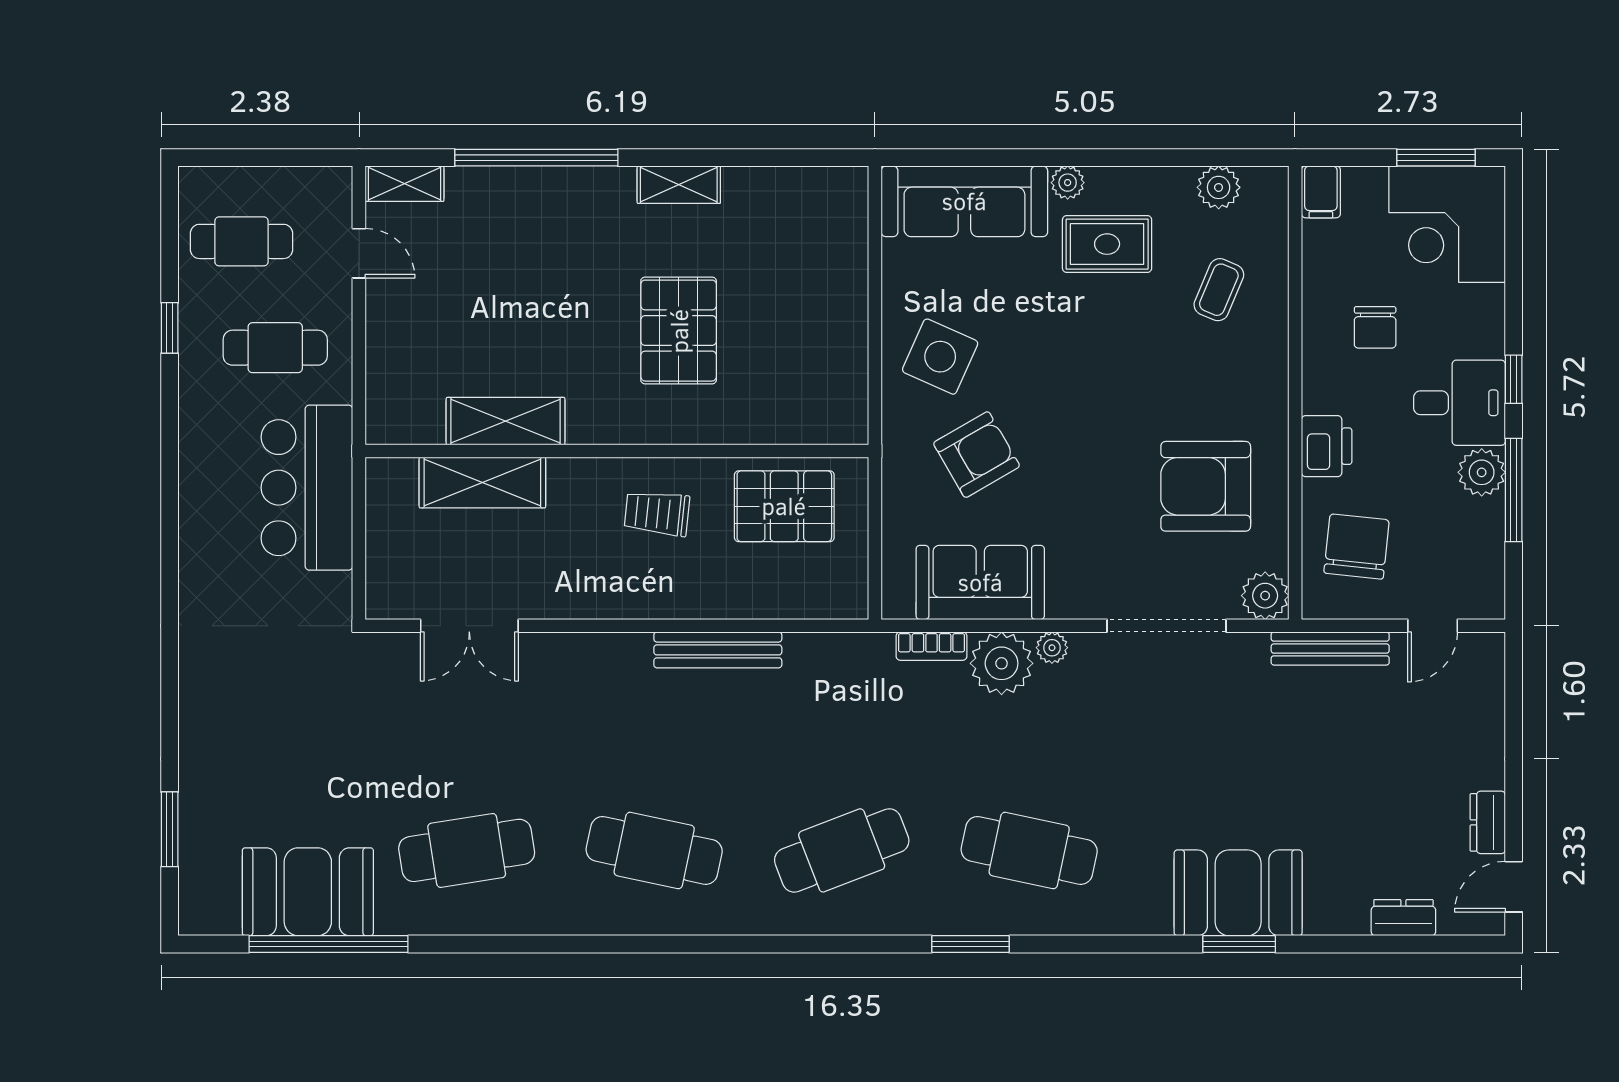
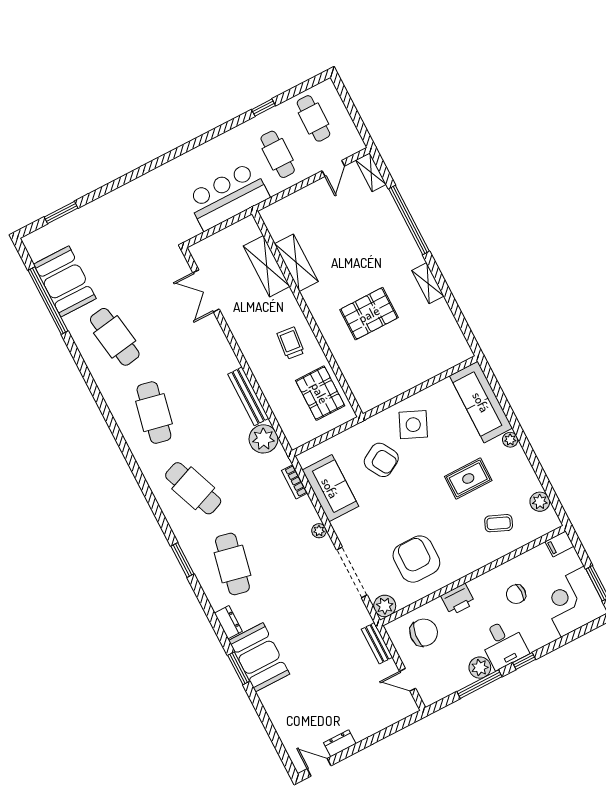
rug: (1107, 244) -> (468, 478), moved, turned 90
bench: (1330, 649) -> (377, 643), width x0.73
plant: (1002, 663) -> (263, 439), moved
dresser: (1403, 918) -> (228, 622), moved

